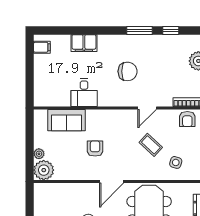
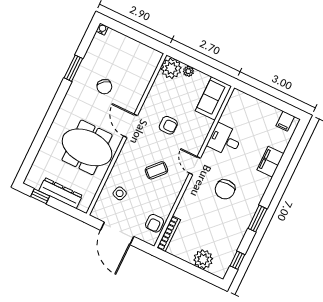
window: (171, 30) -> (237, 260), moved
door: (147, 108) -> (195, 166), moved
armchair: (187, 119) -> (155, 223), turned -90
sofa: (66, 120) -> (213, 98), moved
coffee table: (151, 145) -> (156, 170), moved

